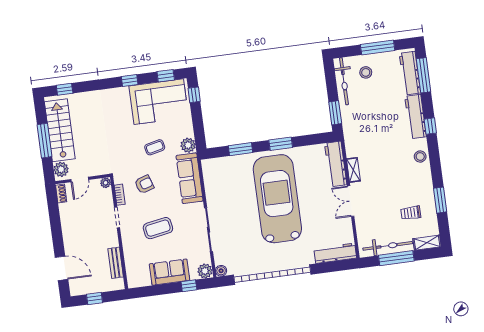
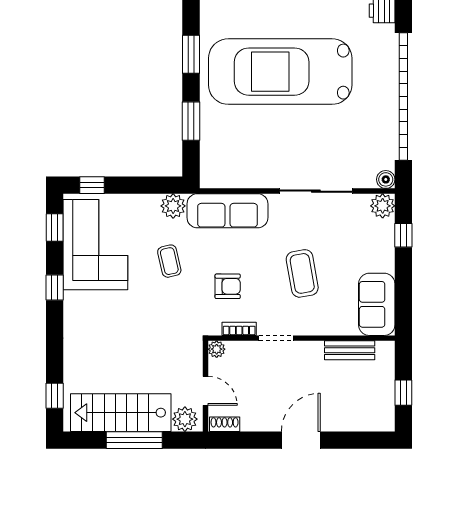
armchair: (144, 184) -> (228, 286), turned 108
door: (61, 268) -> (301, 440), moved
sofa: (169, 272) -> (377, 304), moved

